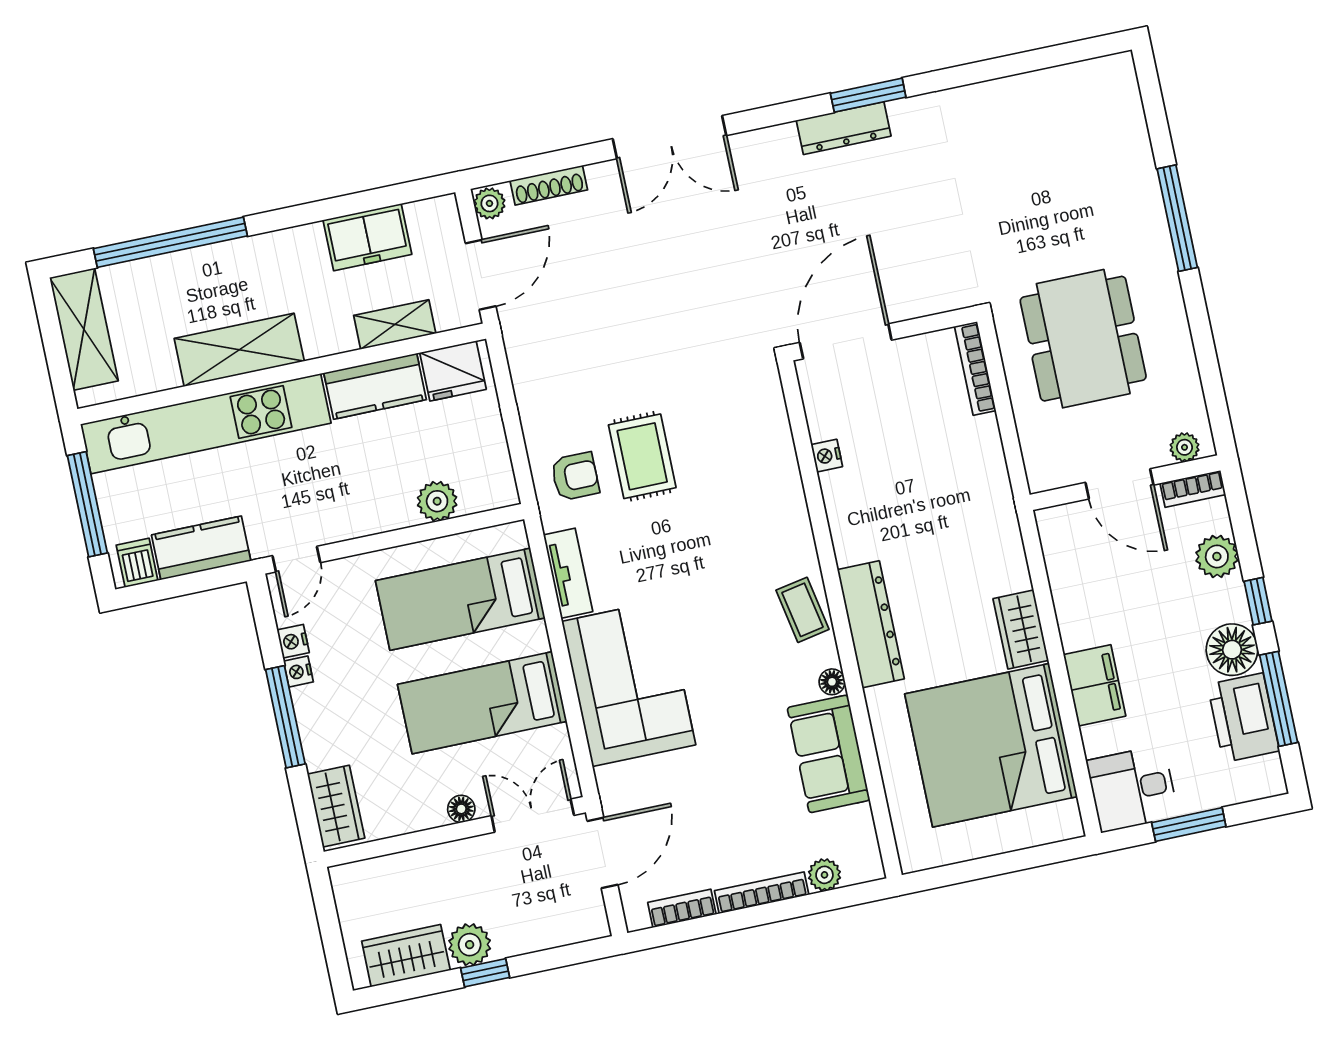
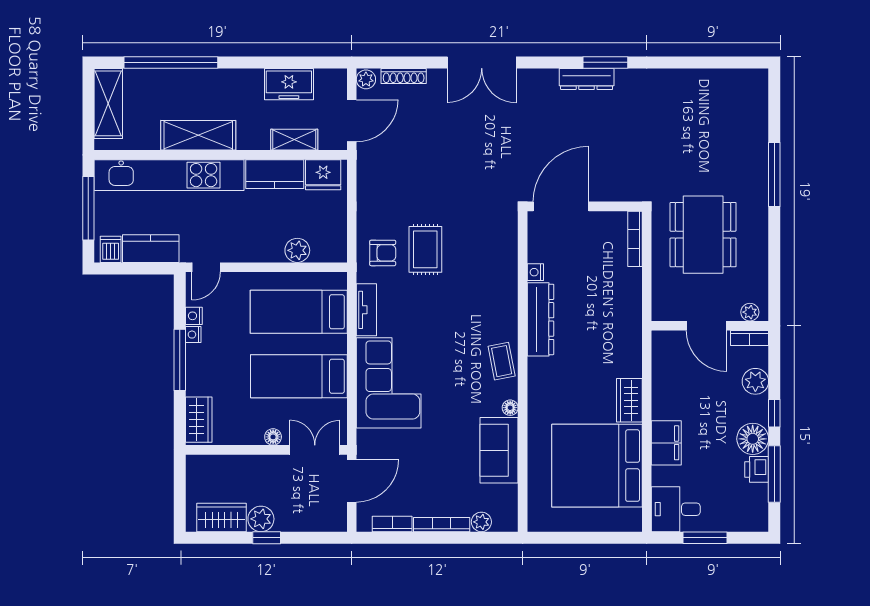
dresser: (871, 624) -> (540, 319), moved
printer: (1243, 718) -> (757, 469), width x0.53, depth x0.68

